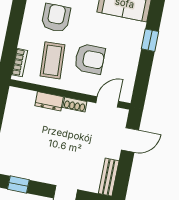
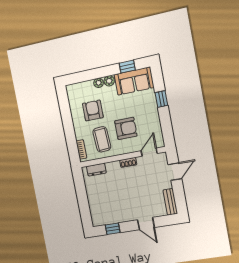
dresser: (49, 101) -> (96, 170), moved

